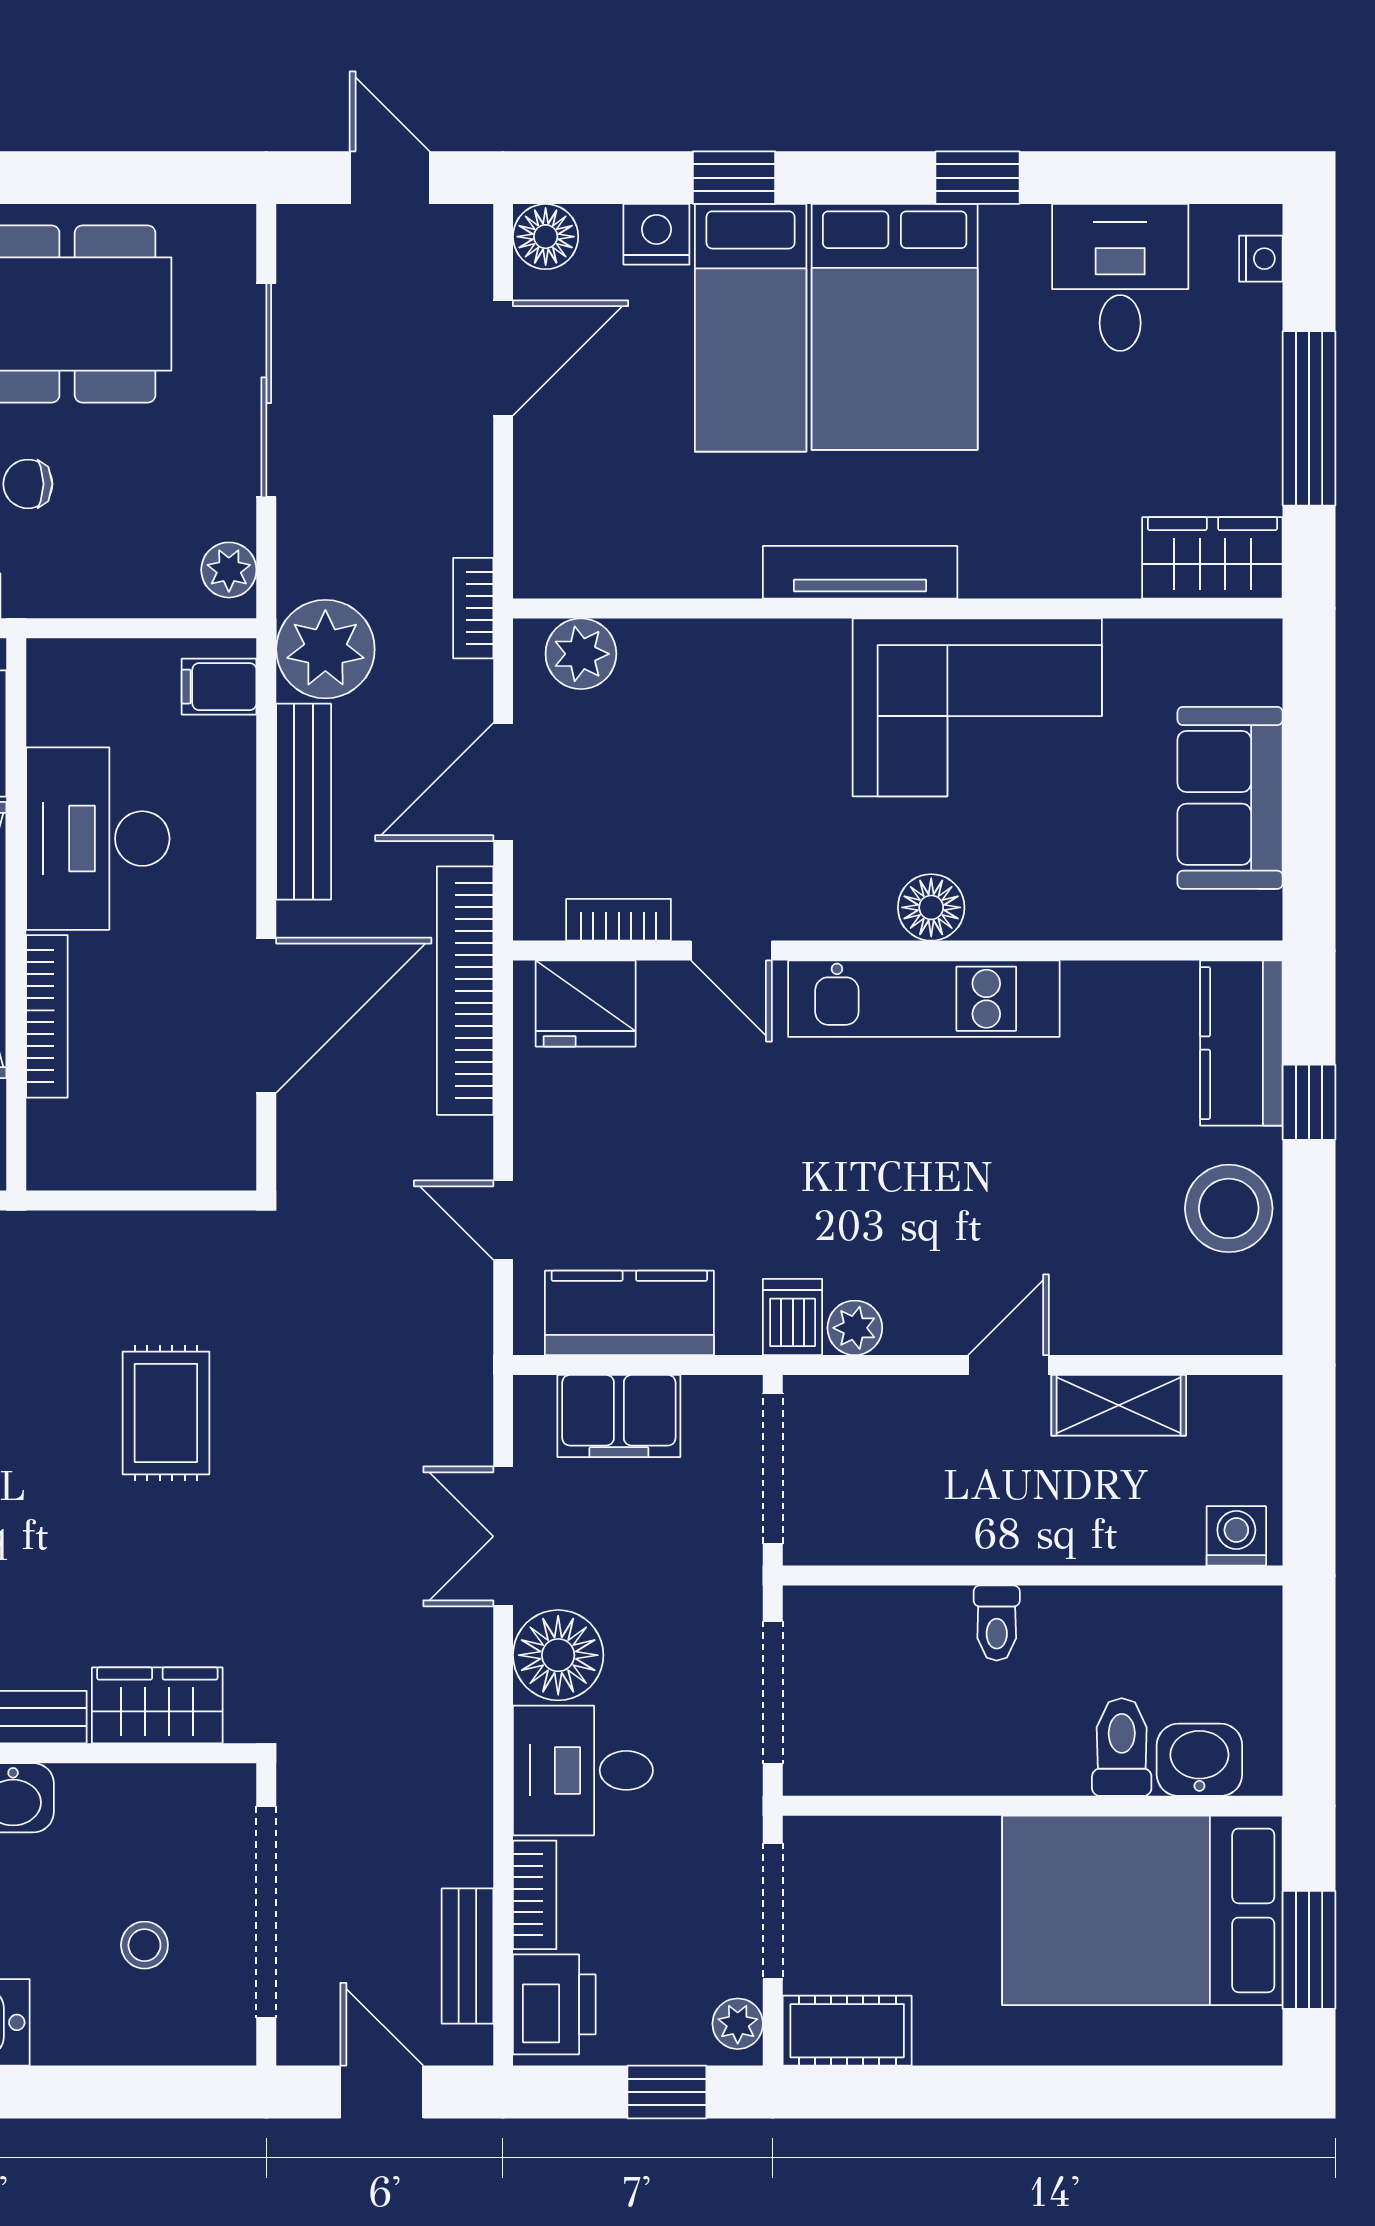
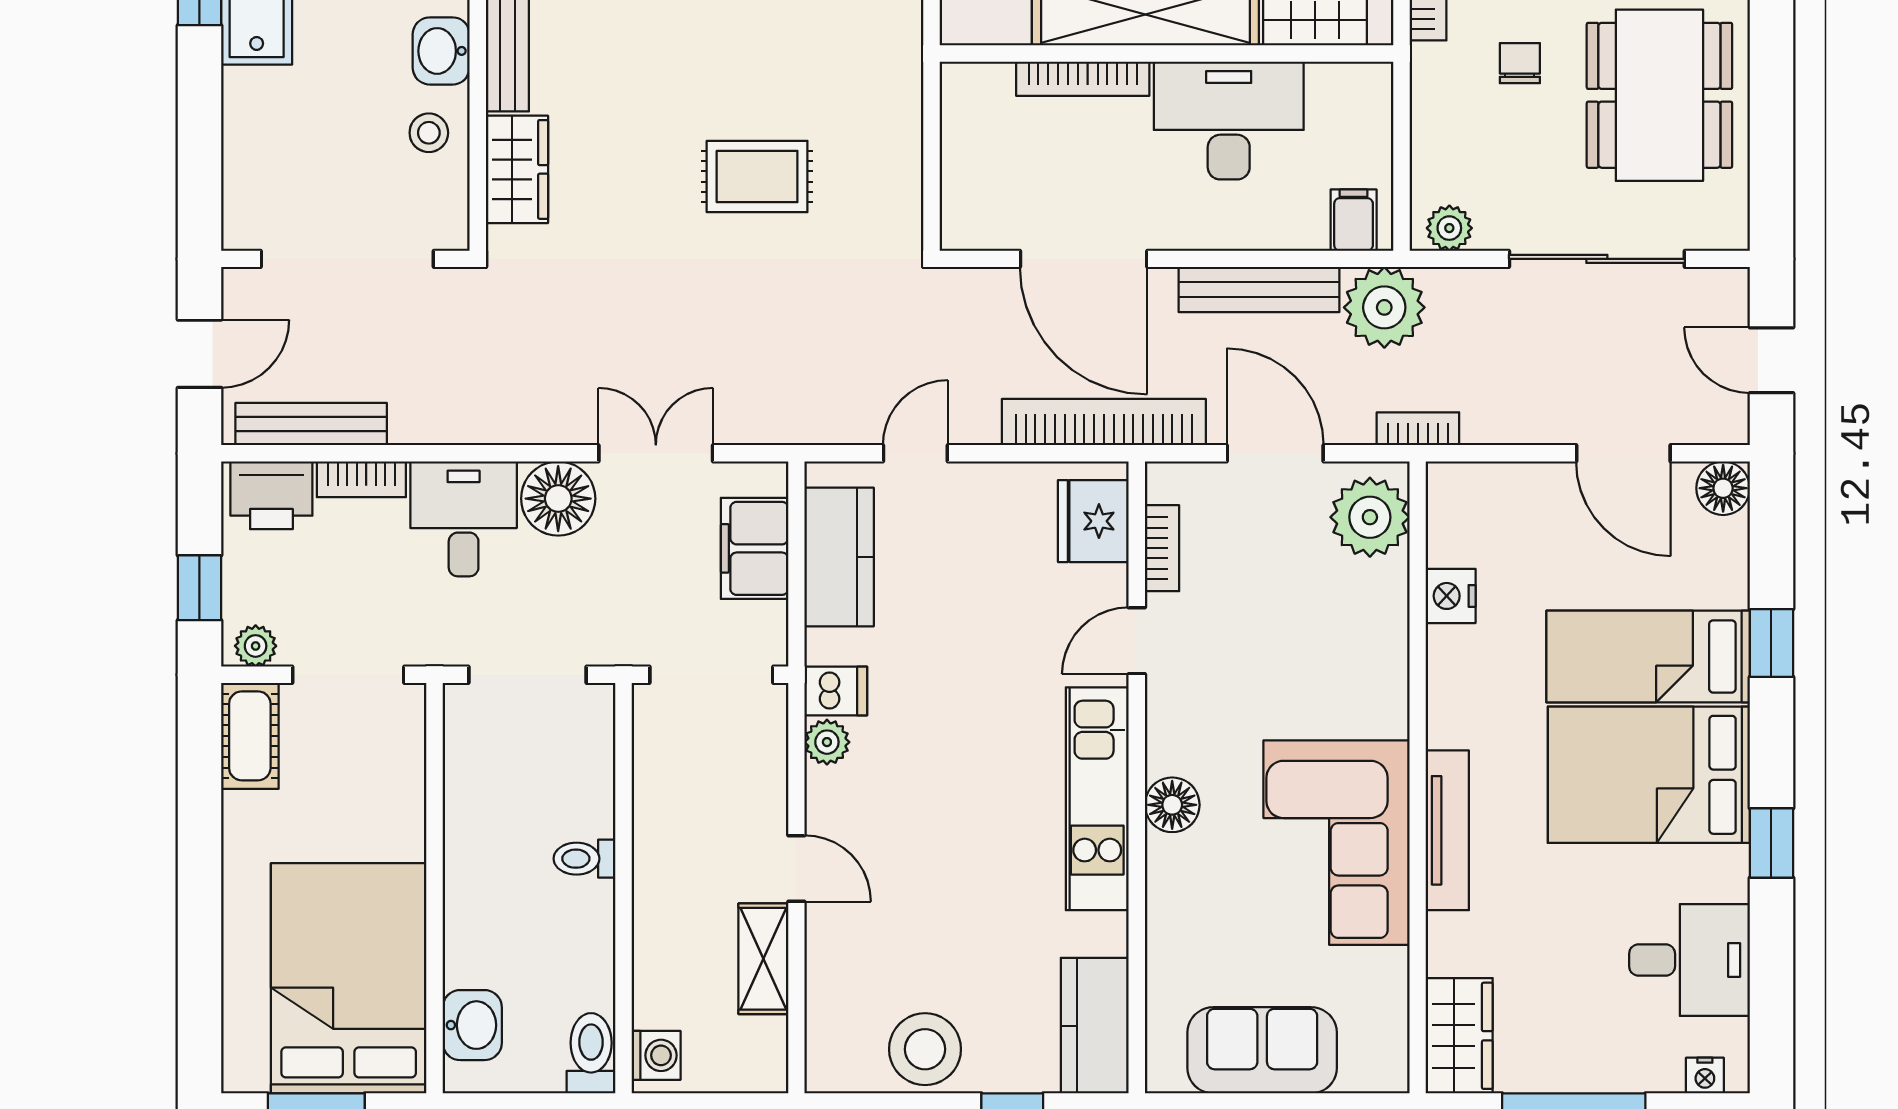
door: (390, 178) -> (1771, 360), swing flipped
nightstand: (656, 234) -> (1451, 596), moved, turned 180
tv unit: (860, 572) -> (1447, 830), moved
plant: (581, 654) -> (1370, 517), width x1.36, depth x1.36
kitchen counter: (1241, 1043) -> (1095, 1026), moved, turned -90
toilet: (1122, 1747) -> (591, 1053), moved, turned -90
stool: (144, 1945) -> (429, 133), moved
bench: (467, 1956) -> (311, 424), width x1.36

